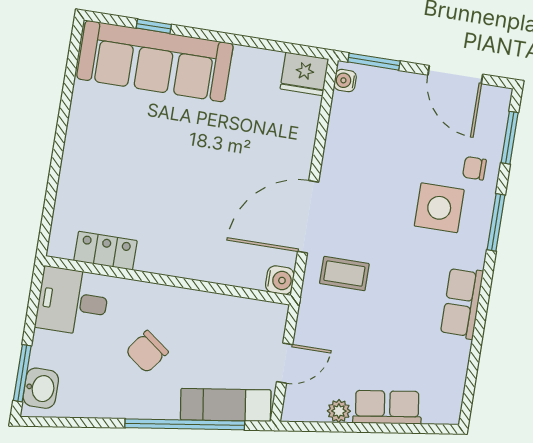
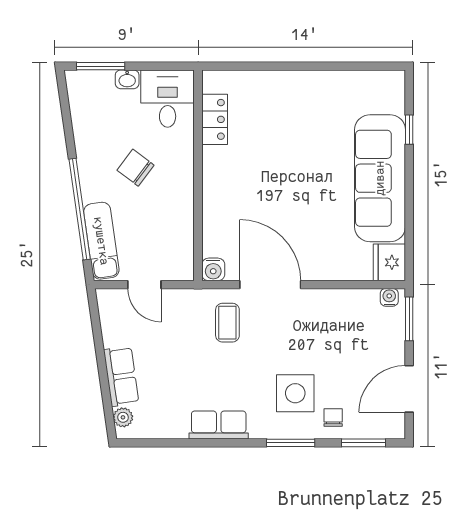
sofa: (155, 61) -> (380, 178), moved
washbasin: (41, 388) -> (127, 79), moved, width x0.72, depth x0.69
plant: (339, 411) -> (123, 417), moved

